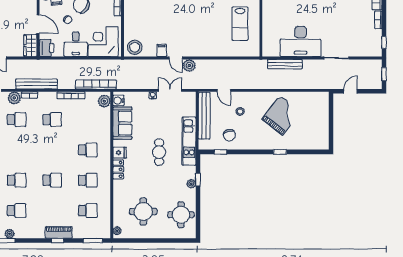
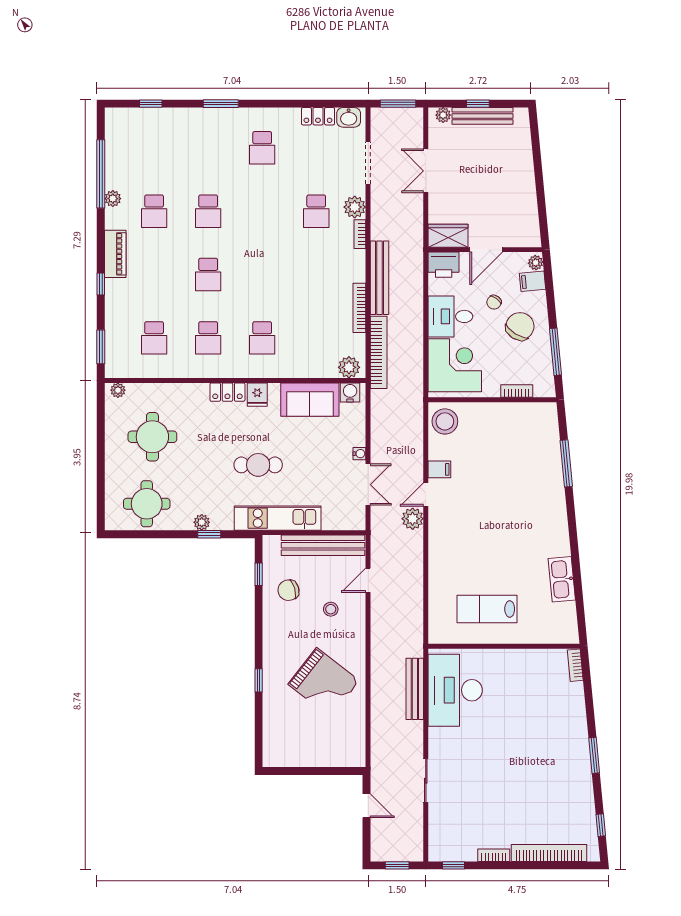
desk: (301, 42) -> (455, 690), moved
bench: (36, 84) -> (380, 278), moved
school desk: (52, 120) -> (316, 275), removed
piano: (59, 232) -> (115, 254), moved

